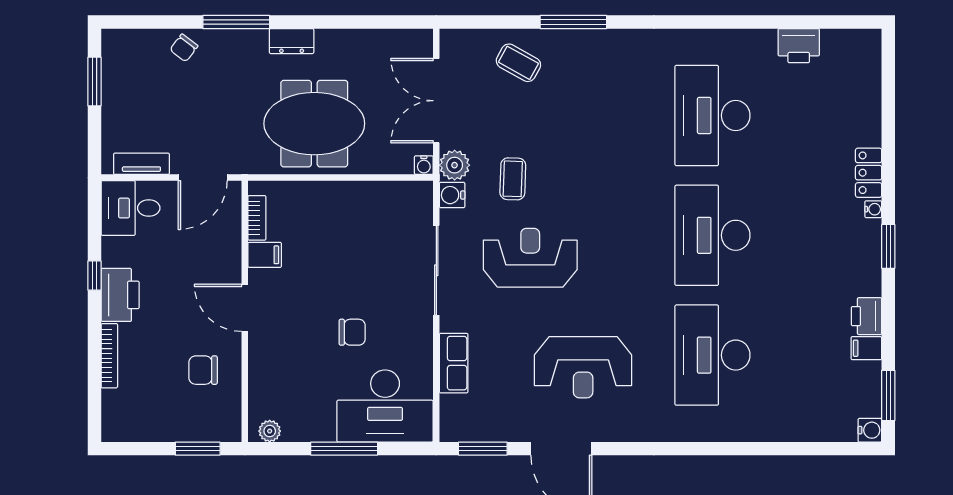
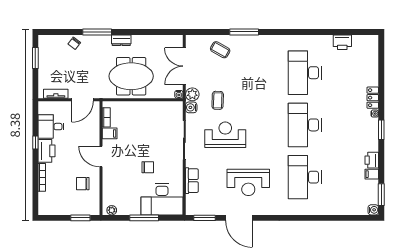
desk: (130, 208) -> (51, 127), moved

